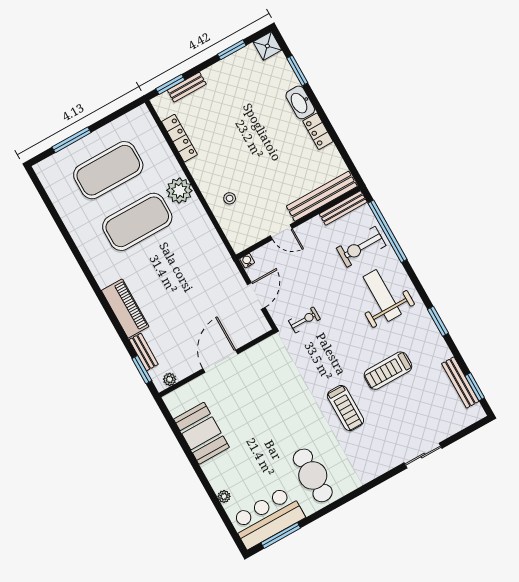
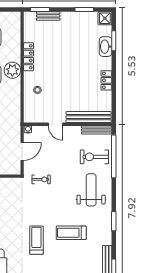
washbasin: (300, 102) -> (105, 47), moved
locker: (179, 138) -> (29, 57), moved
treadmill: (345, 408) -> (36, 240), turned 180

